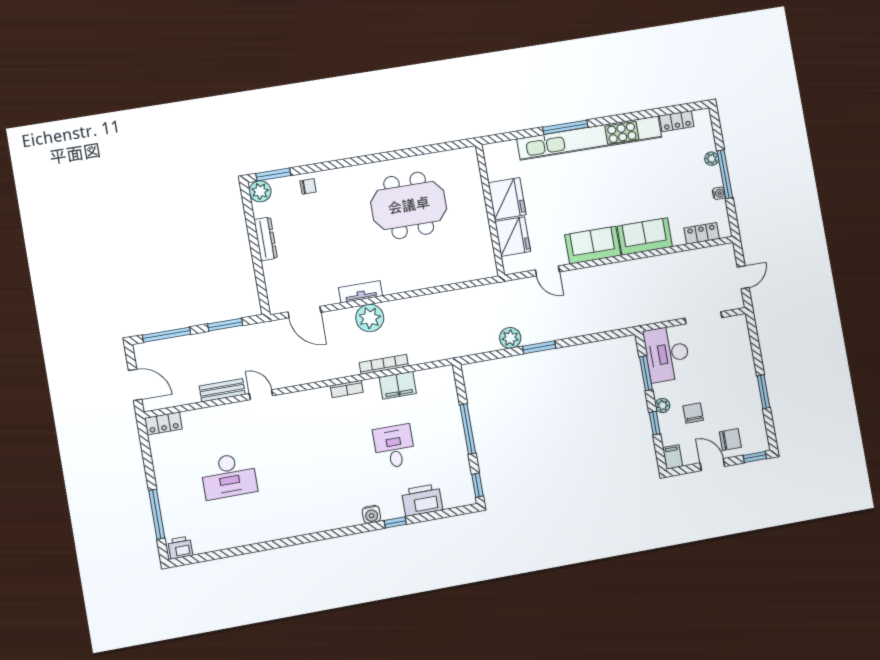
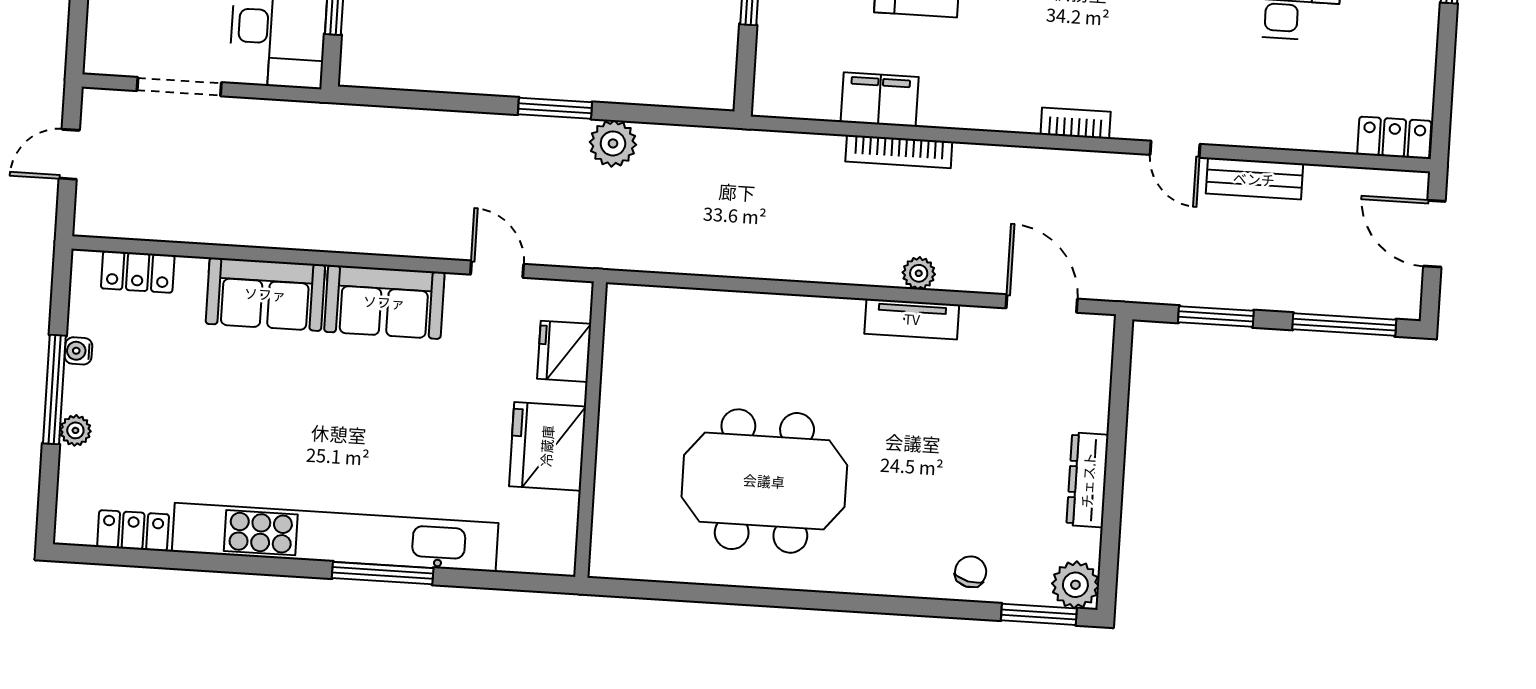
chair: (308, 186) -> (971, 572), turned 103
fridge: (513, 237) -> (564, 351), width x0.73, depth x0.75
plant: (370, 318) -> (919, 273), width x0.53, depth x0.53
bookcase: (347, 389) -> (1076, 123), moved

